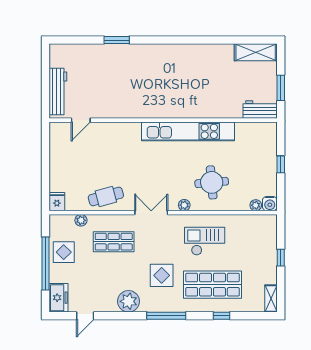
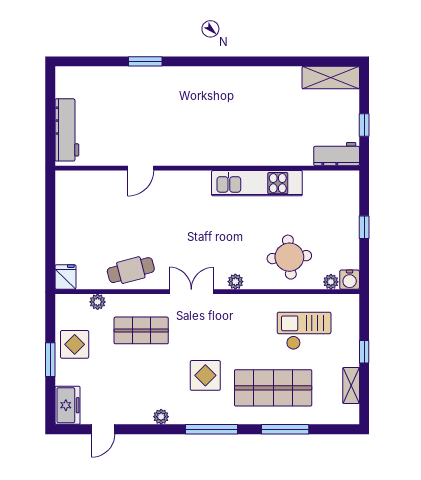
window: (281, 88) -> (364, 125), width x0.67
door: (81, 120) -> (141, 168), moved
kitchen unit: (188, 131) -> (257, 183), width x0.73
round table: (212, 182) -> (289, 257), moved
checkout: (205, 241) -> (304, 331), moved
window: (45, 264) -> (50, 360), width x0.47
shelving: (271, 298) -> (351, 385), moved
plant: (128, 301) -> (161, 417), width x0.53, depth x0.53
window: (222, 316) -> (285, 429), width x2.17

